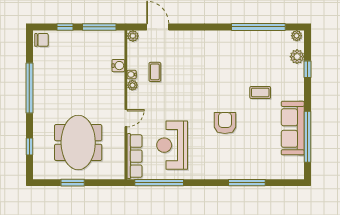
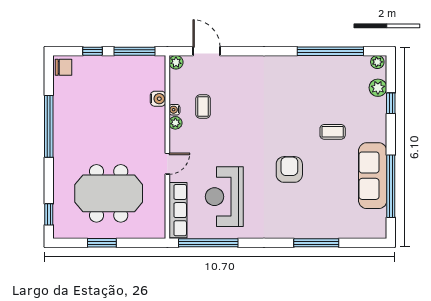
meeting table: (78, 142) -> (109, 193), turned 90
window: (29, 147) -> (49, 214), moved

